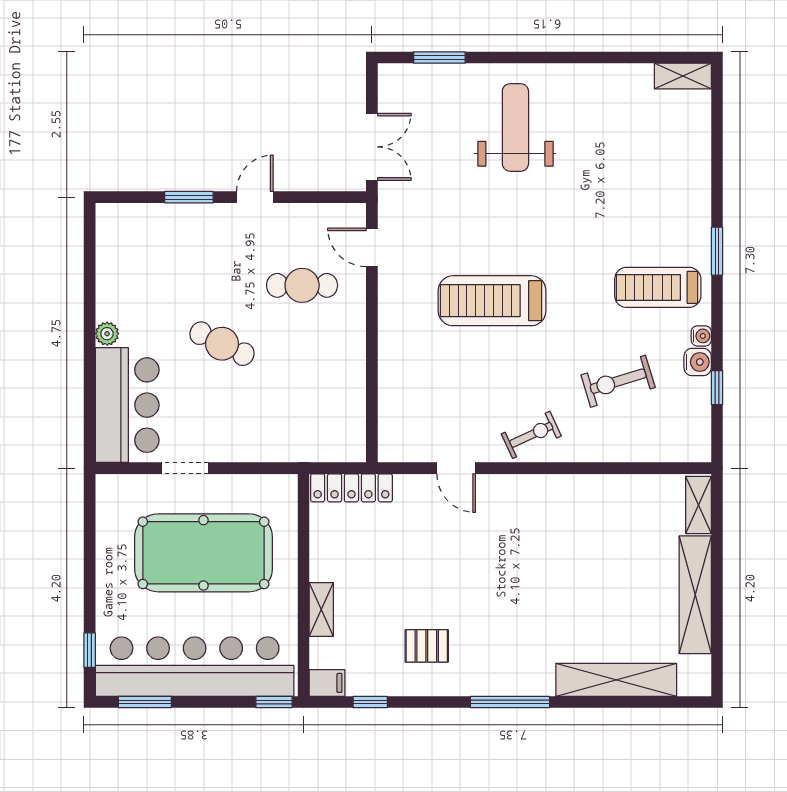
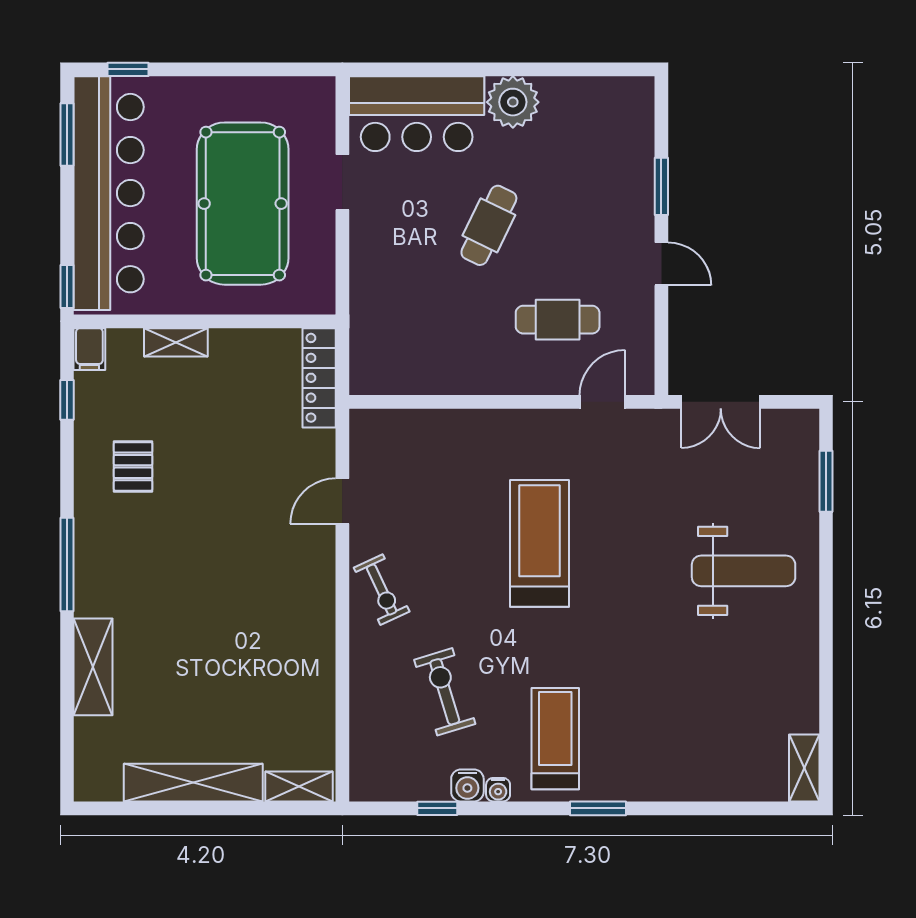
cafe table: (302, 285) -> (558, 320), turned 90
plant: (107, 334) -> (513, 102), width x1.88, depth x1.88
shelving: (616, 680) -> (93, 667), width x0.68

